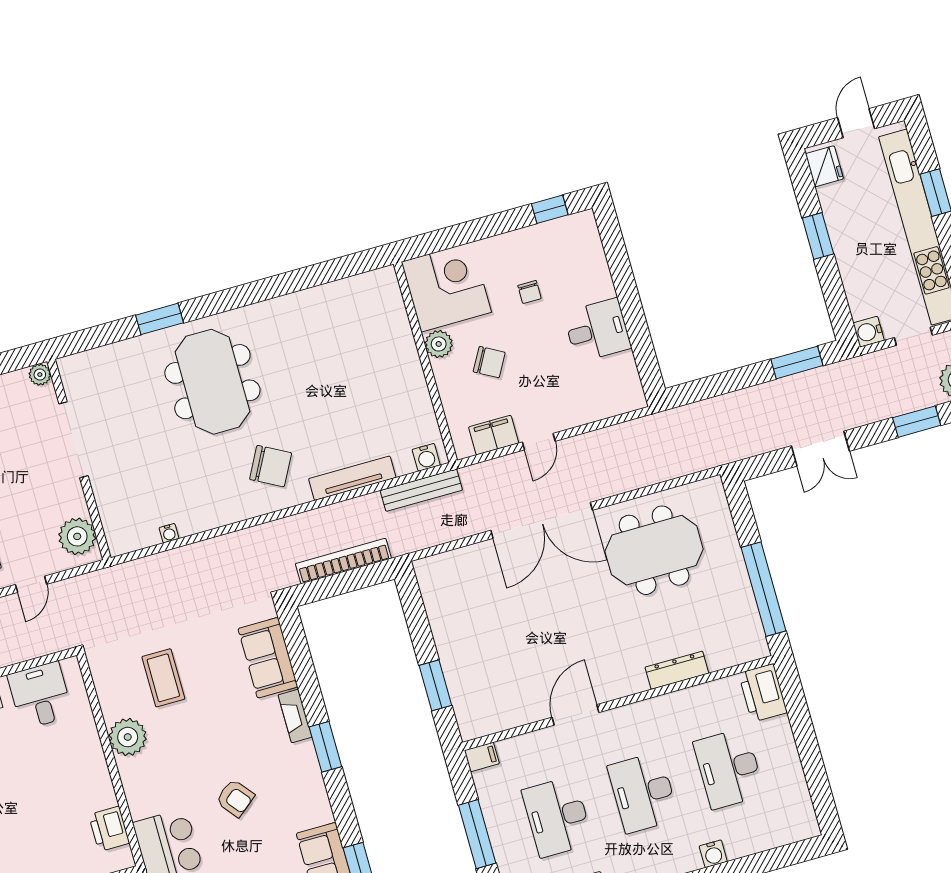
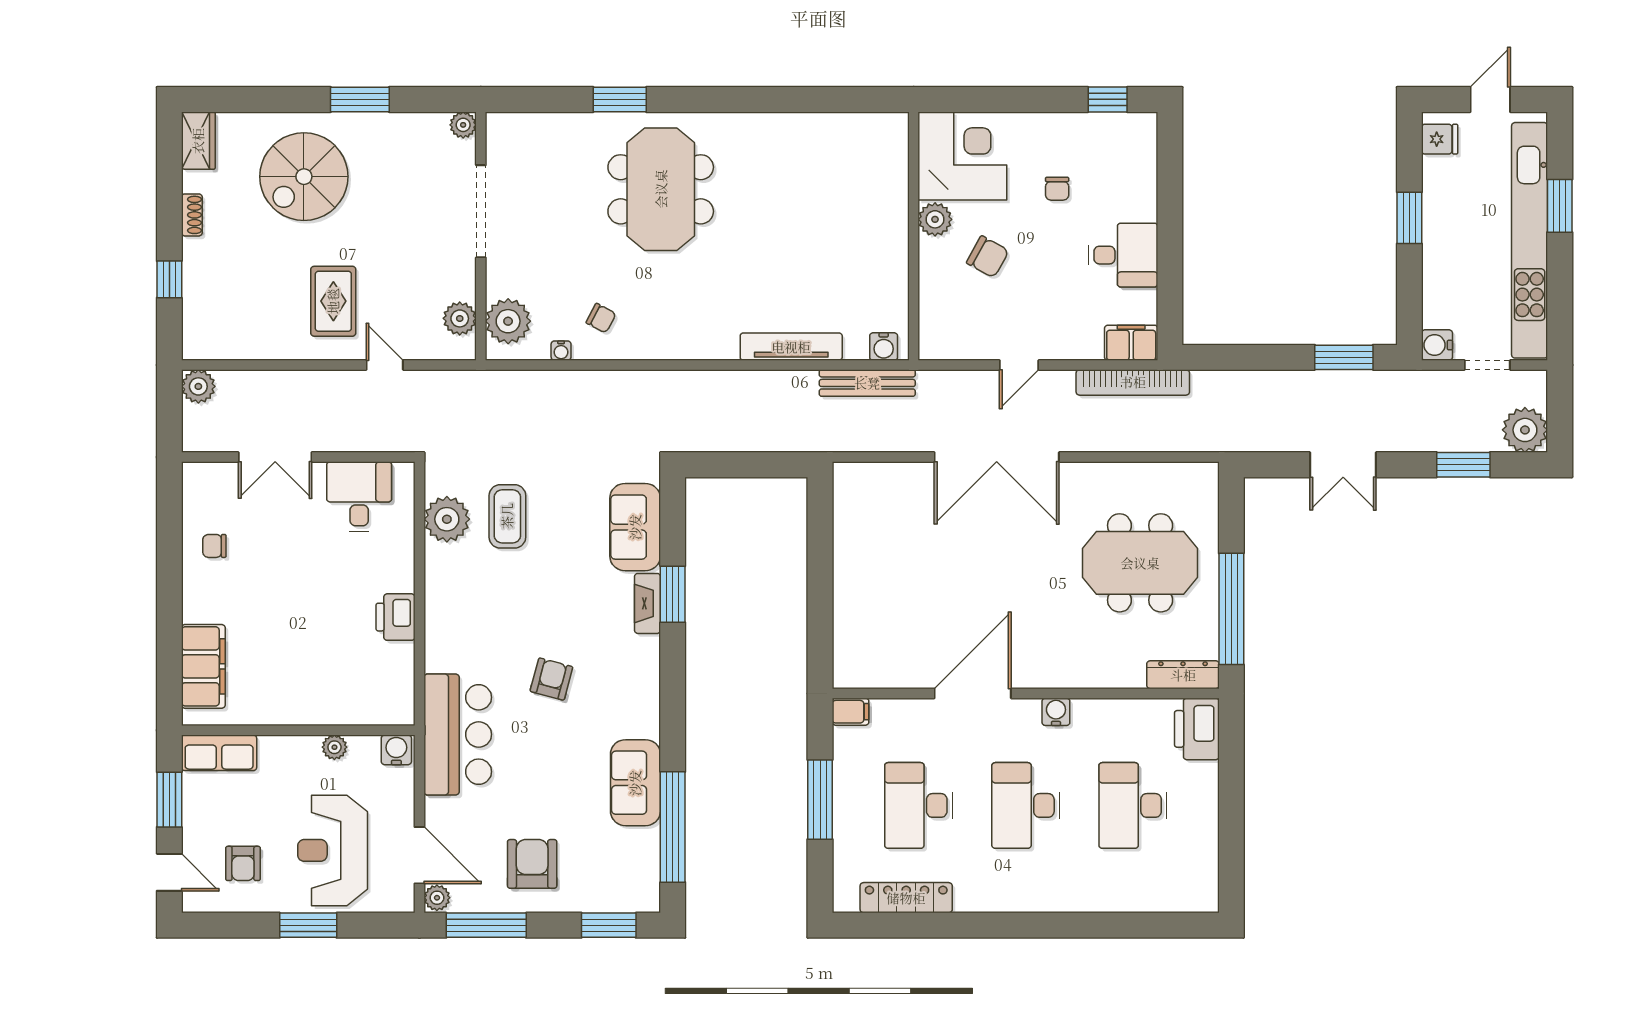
fridge: (824, 166) -> (1440, 139), width x0.72
filing cabinet: (494, 435) -> (1131, 343), moved
chair: (271, 466) -> (601, 318), moved, width x0.54, depth x0.54
plant: (120, 522) -> (508, 321), added
plant: (77, 536) -> (460, 318), width x0.73, depth x0.73
meeting table: (654, 550) -> (1140, 563), moved
bookcase: (343, 561) -> (1133, 382), moved, turned 180
door: (31, 584) -> (385, 365), swing flipped
dresser: (677, 670) -> (1183, 675), moved
window: (435, 685) -> (820, 614), removed
door: (575, 715) -> (973, 693), width x1.36
plant: (128, 737) -> (447, 519), moved
window: (325, 747) -> (673, 594), moved
armchair: (235, 798) -> (551, 679), turned -126
printer: (109, 829) -> (395, 617), moved
water cooler: (713, 854) -> (1056, 712), moved, turned 180

